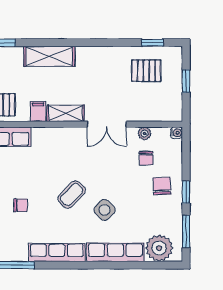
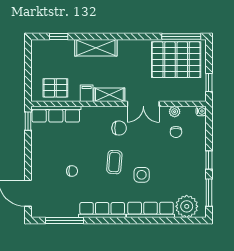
window: (152, 43) -> (181, 37), width x2.17
pallet: (146, 71) -> (176, 60), width x2.05, depth x2.00
window: (186, 81) -> (209, 83), moved
chair: (162, 186) -> (119, 128), moved, turned 93
coffee table: (72, 195) -> (114, 162), turned -39
side table: (105, 210) -> (142, 175), turned 45

